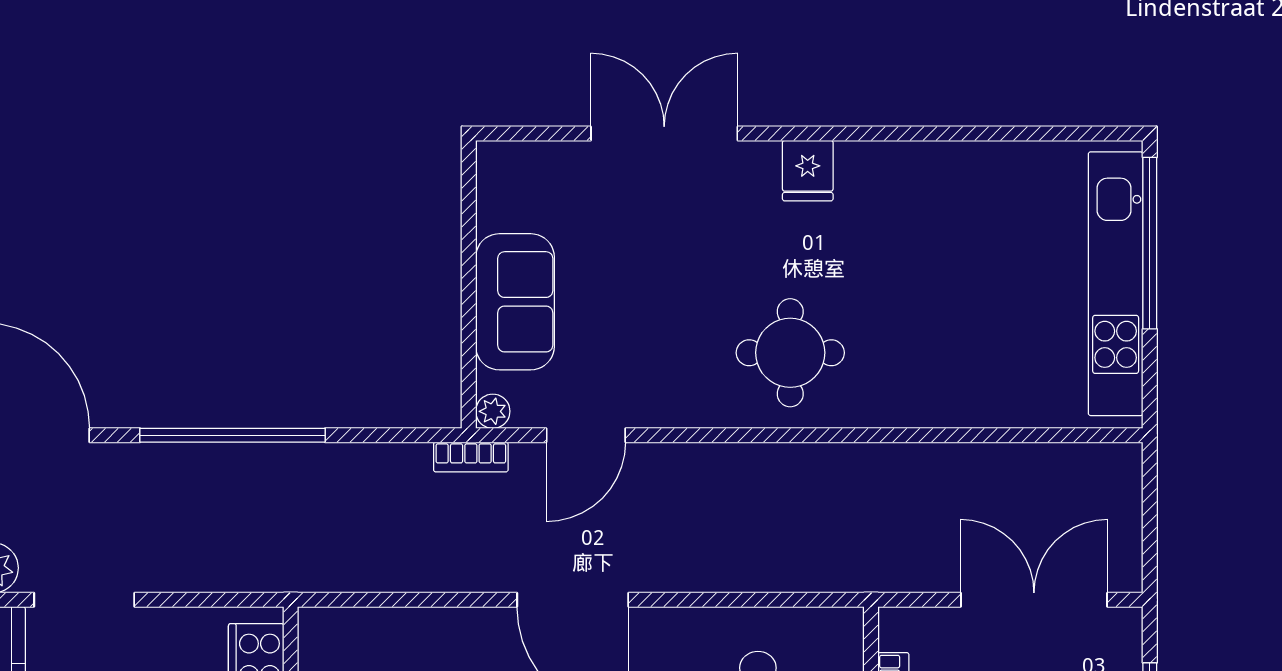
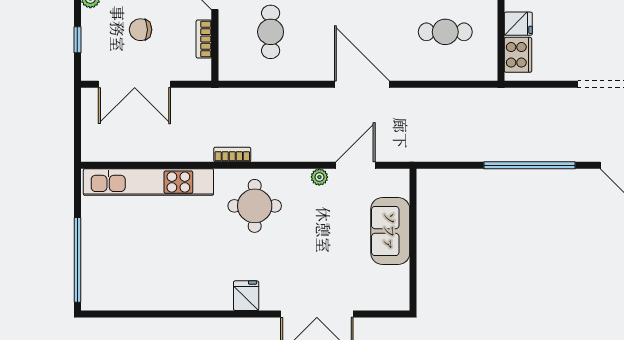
kitchen unit: (1116, 284) -> (148, 182), moved, turned 90
plant: (493, 411) -> (319, 177), moved
bookcase: (471, 457) -> (232, 155), moved

